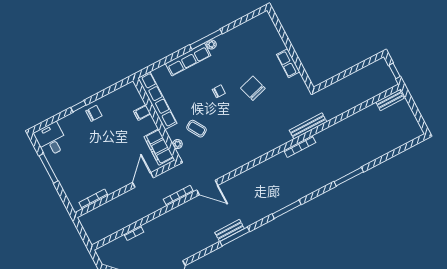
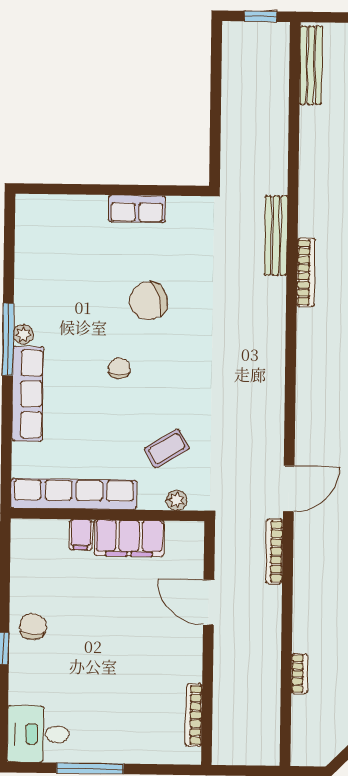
bench: (390, 100) -> (311, 65), width x1.36
filing cabinet: (159, 147) -> (129, 538), moved

